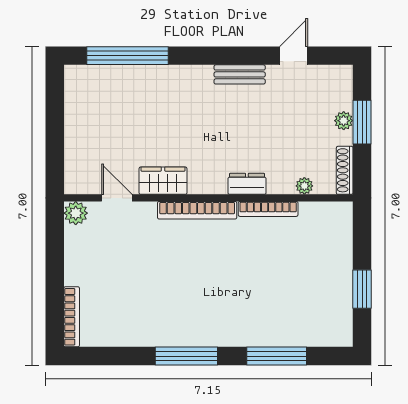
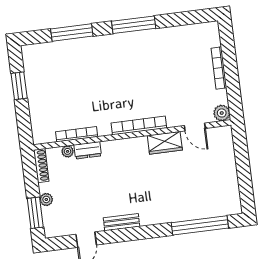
window: (362, 122) -> (35, 213), moved
dresser: (247, 184) -> (88, 150), moved
bookcase: (268, 209) -> (77, 134), moved
bookcase: (72, 317) -> (219, 68), moved

